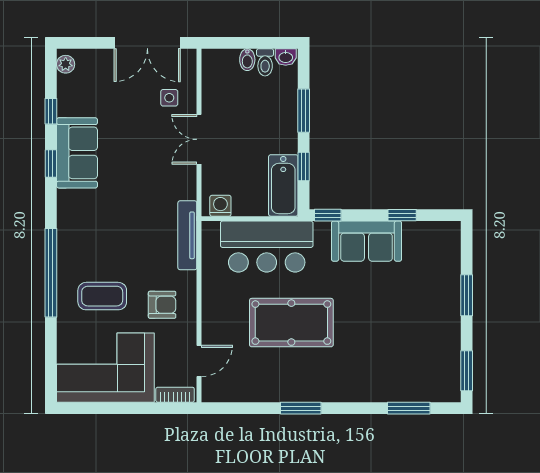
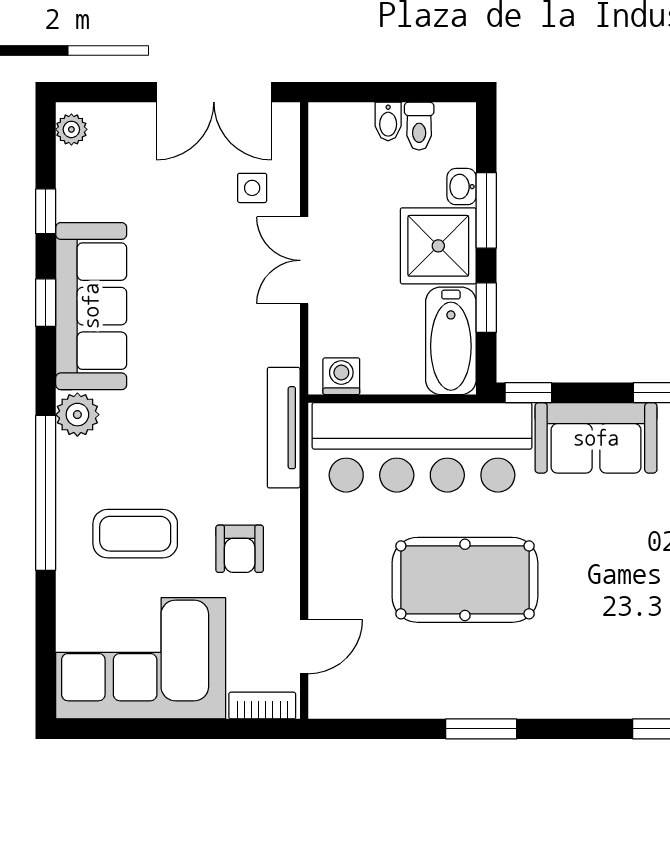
washbasin: (286, 57) -> (462, 187), moved, turned 90
shower: (276, 131) -> (438, 246), added
sofa: (77, 153) -> (91, 306), width x1.36
plant: (69, 228) -> (77, 415), added
bar counter: (267, 247) -> (422, 447), width x1.36
armchair: (162, 305) -> (240, 549), turned 90

